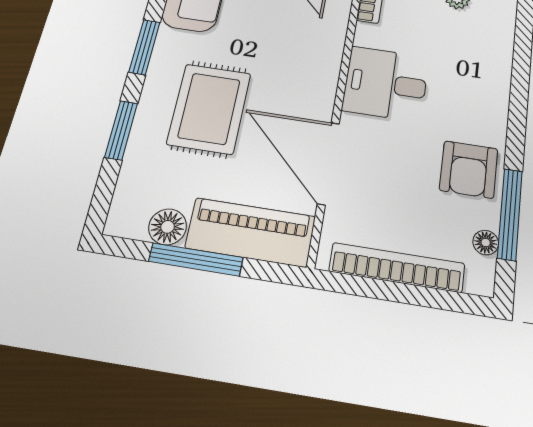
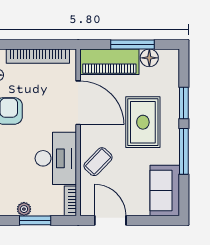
window: (144, 47) -> (184, 151), width x1.44
coffee table: (309, 54) -> (98, 162), added
desk: (386, 84) -> (56, 158), width x1.37

